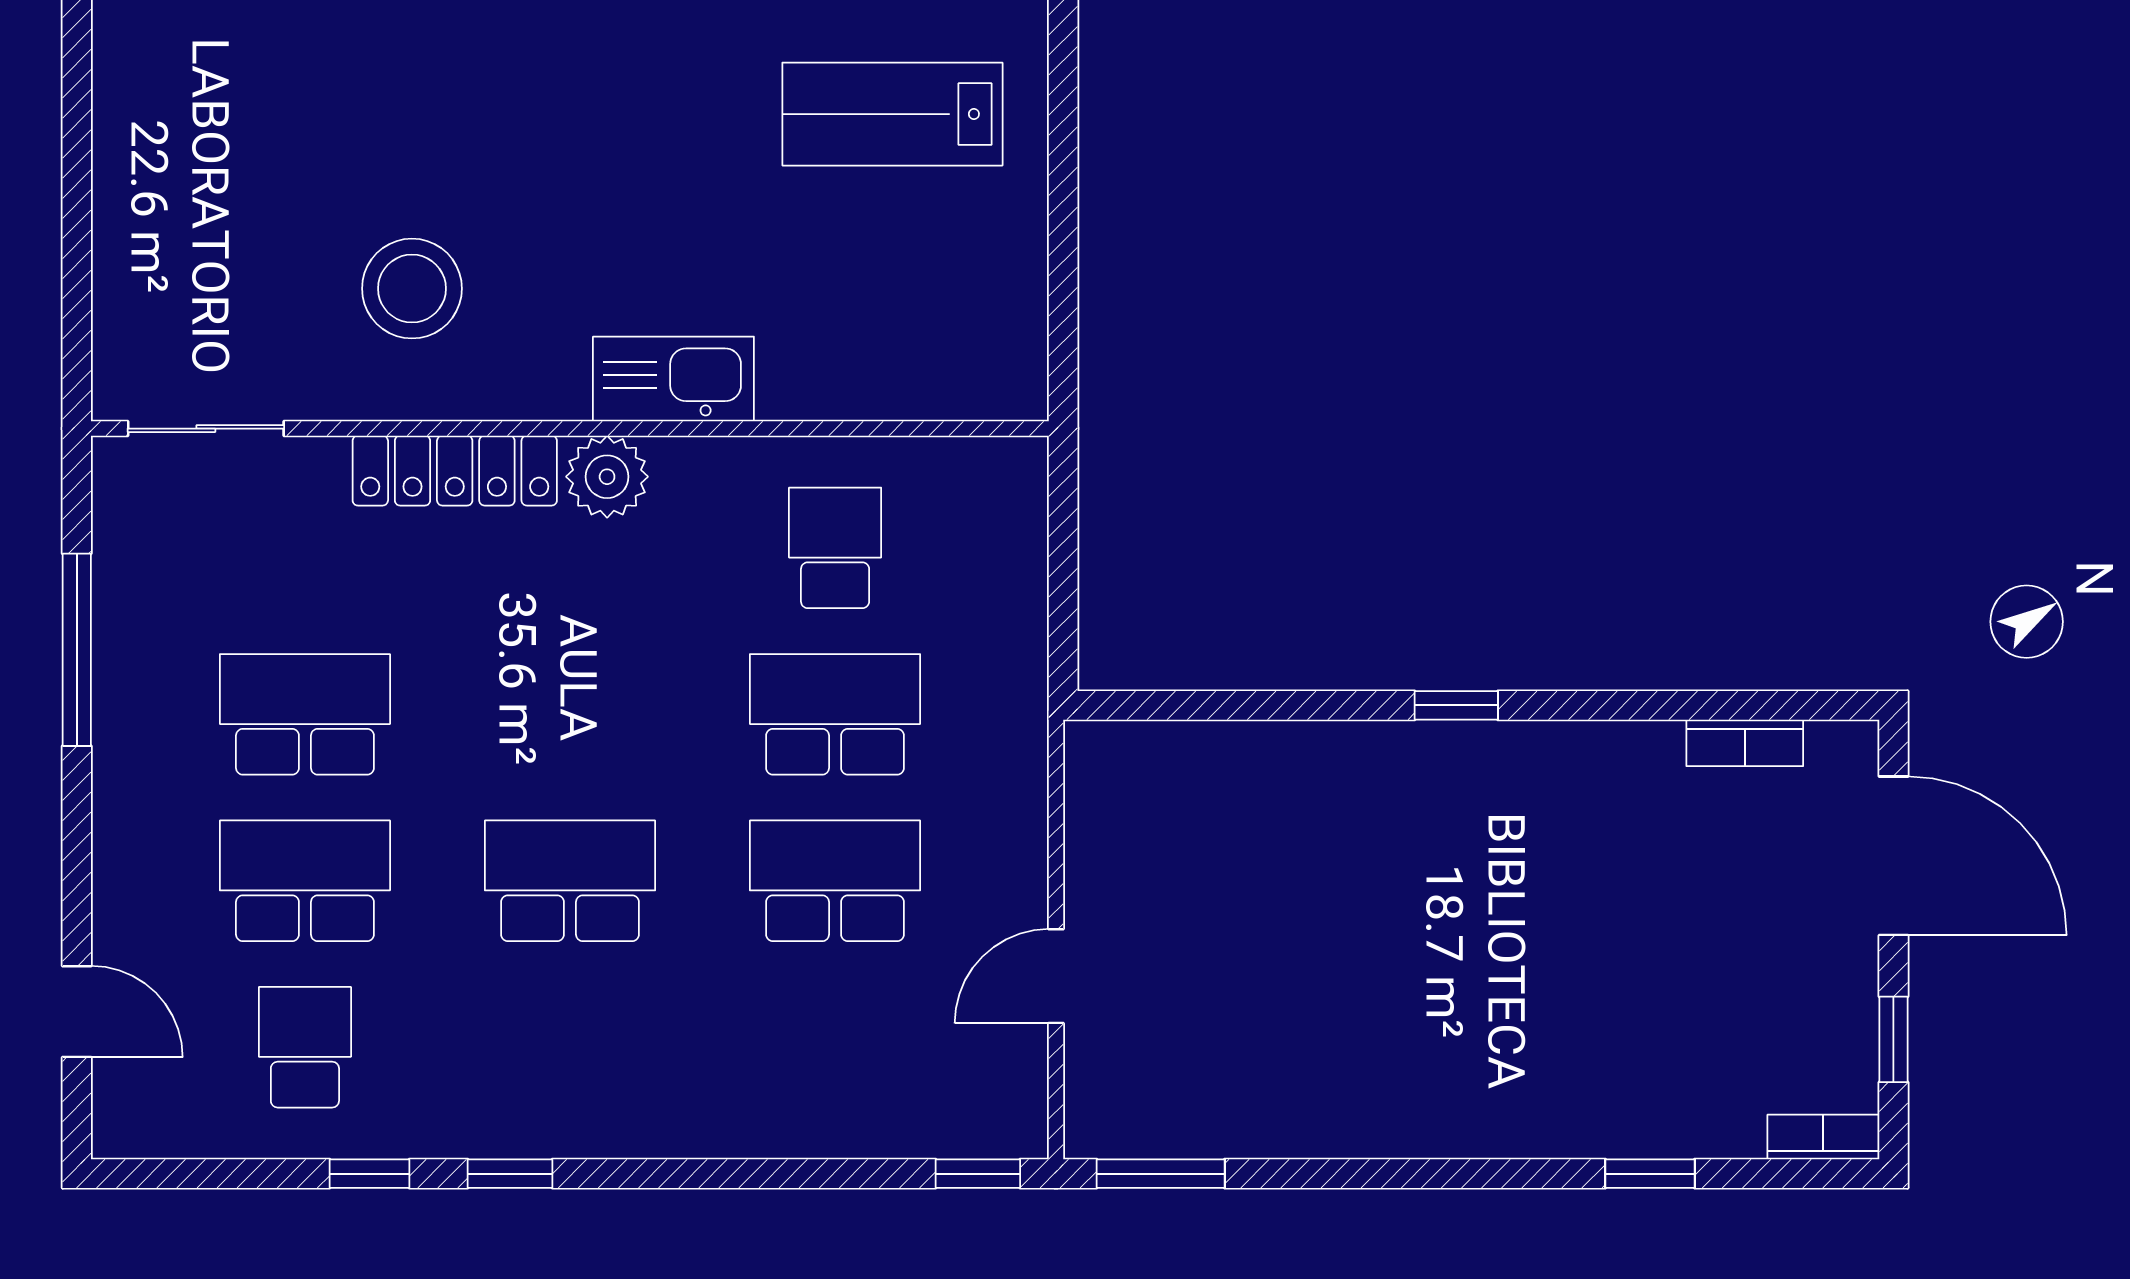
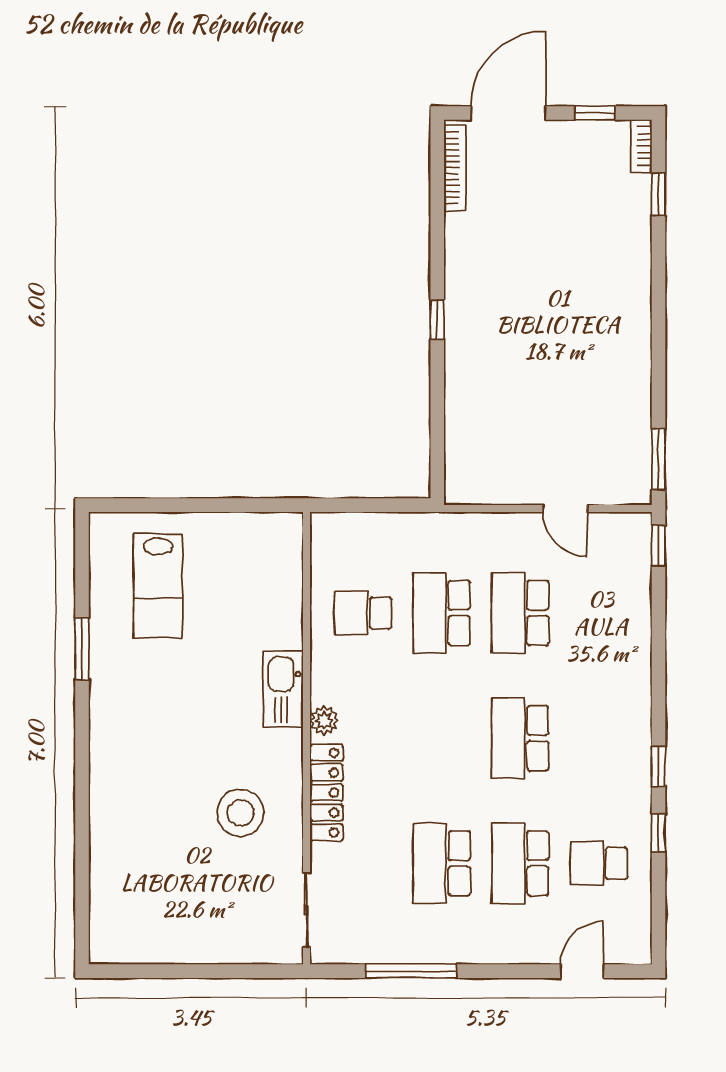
plant: (607, 477) -> (324, 721), width x0.73, depth x0.73
bookcase: (1745, 743) -> (455, 168), width x1.56
window: (1650, 1174) -> (658, 194), moved

